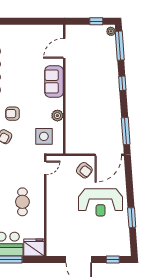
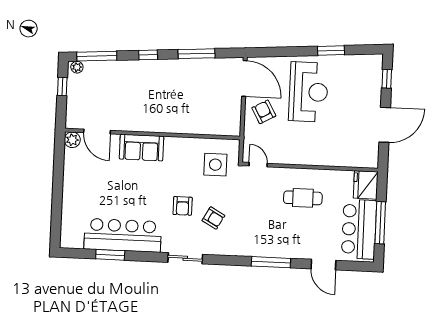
plant: (57, 116) -> (72, 140), moved
window: (126, 131) -> (197, 54), moved
armchair: (84, 170) -> (264, 112), turned -67

